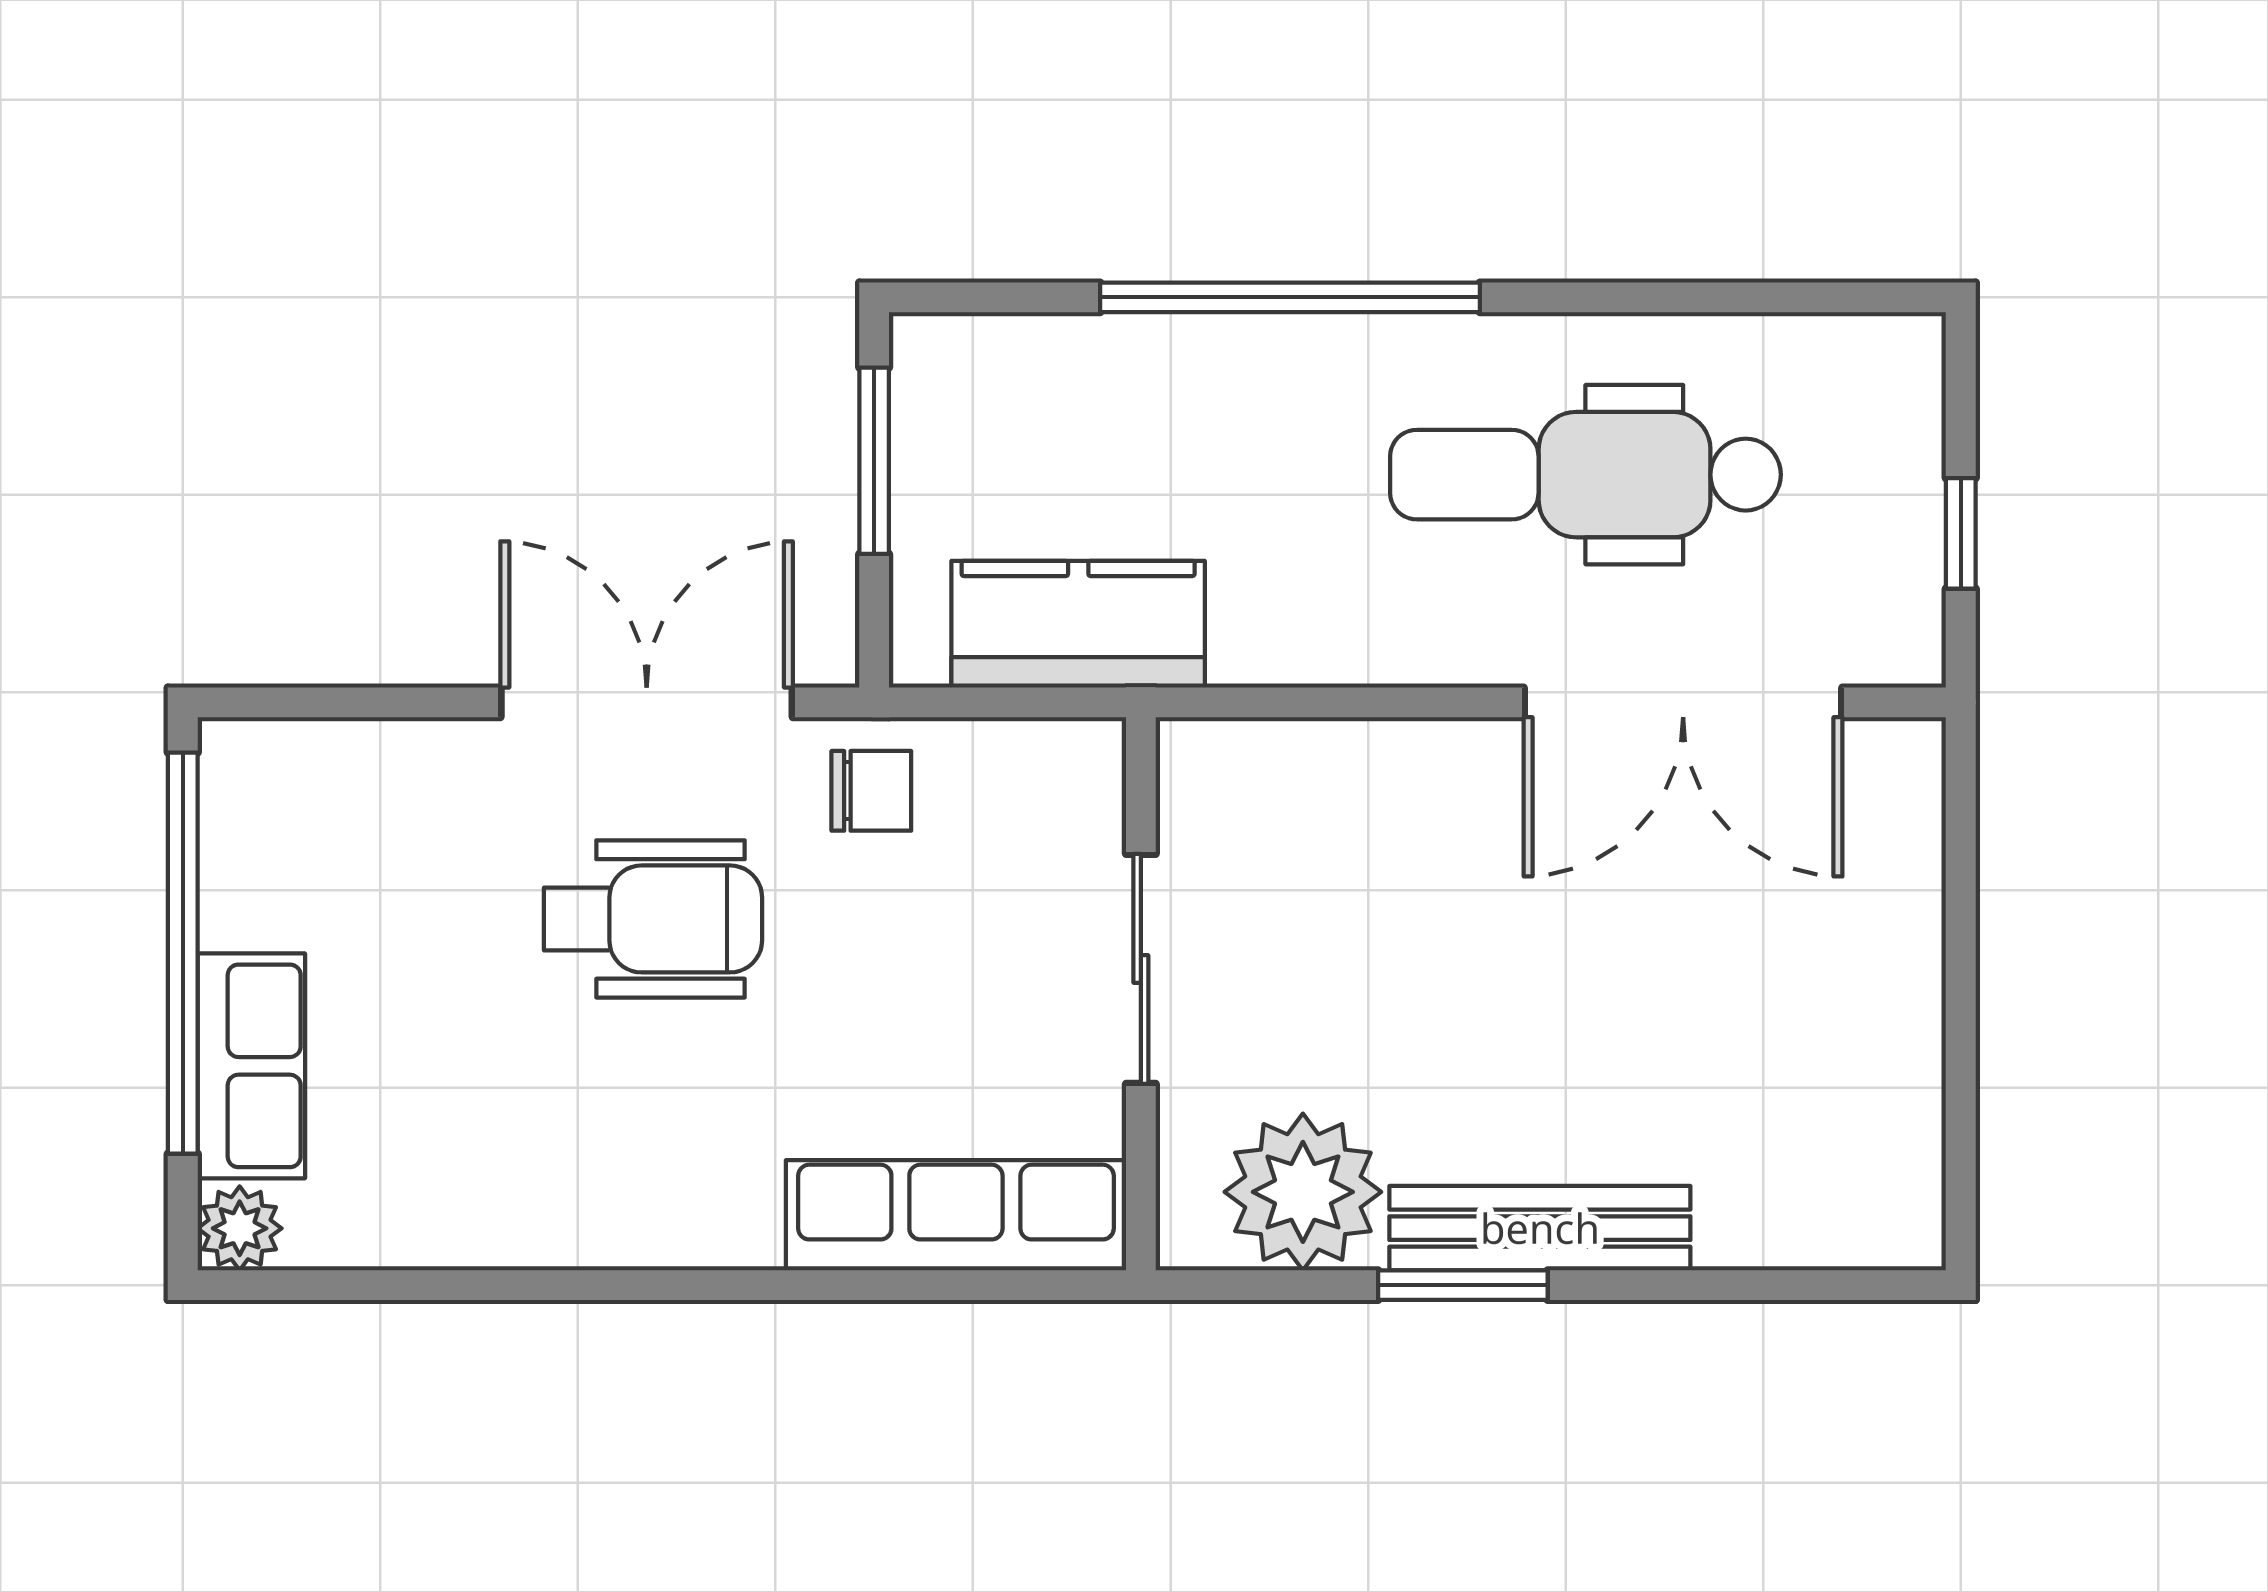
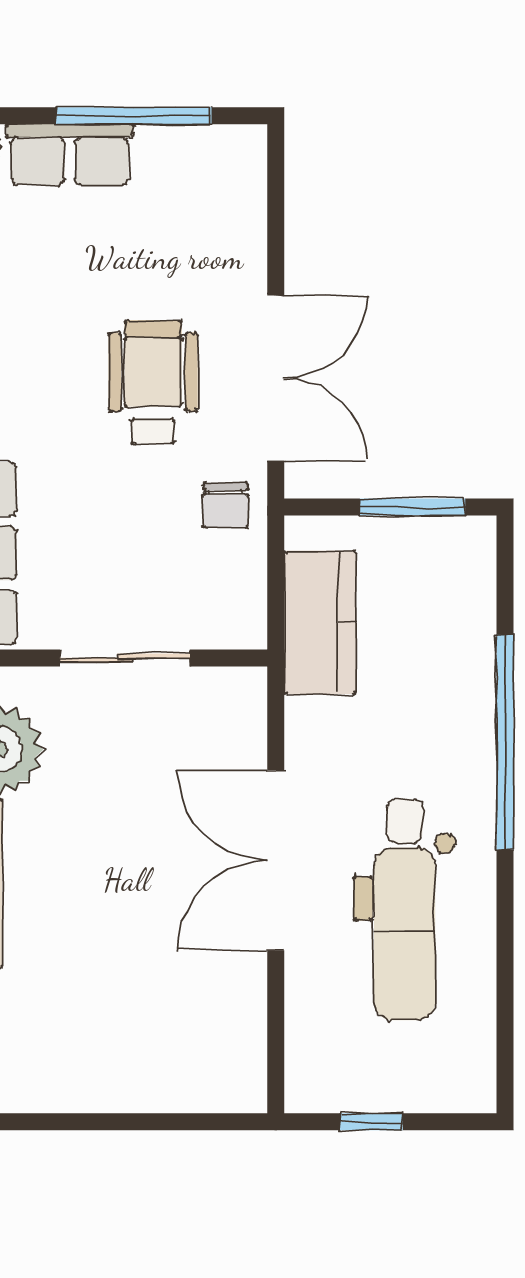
dental chair: (1585, 475) -> (405, 909), turned 180
double door: (1683, 702) -> (276, 860), moved
wheelchair: (653, 919) -> (153, 382), turned 180
window: (183, 953) -> (134, 116), width x0.68

